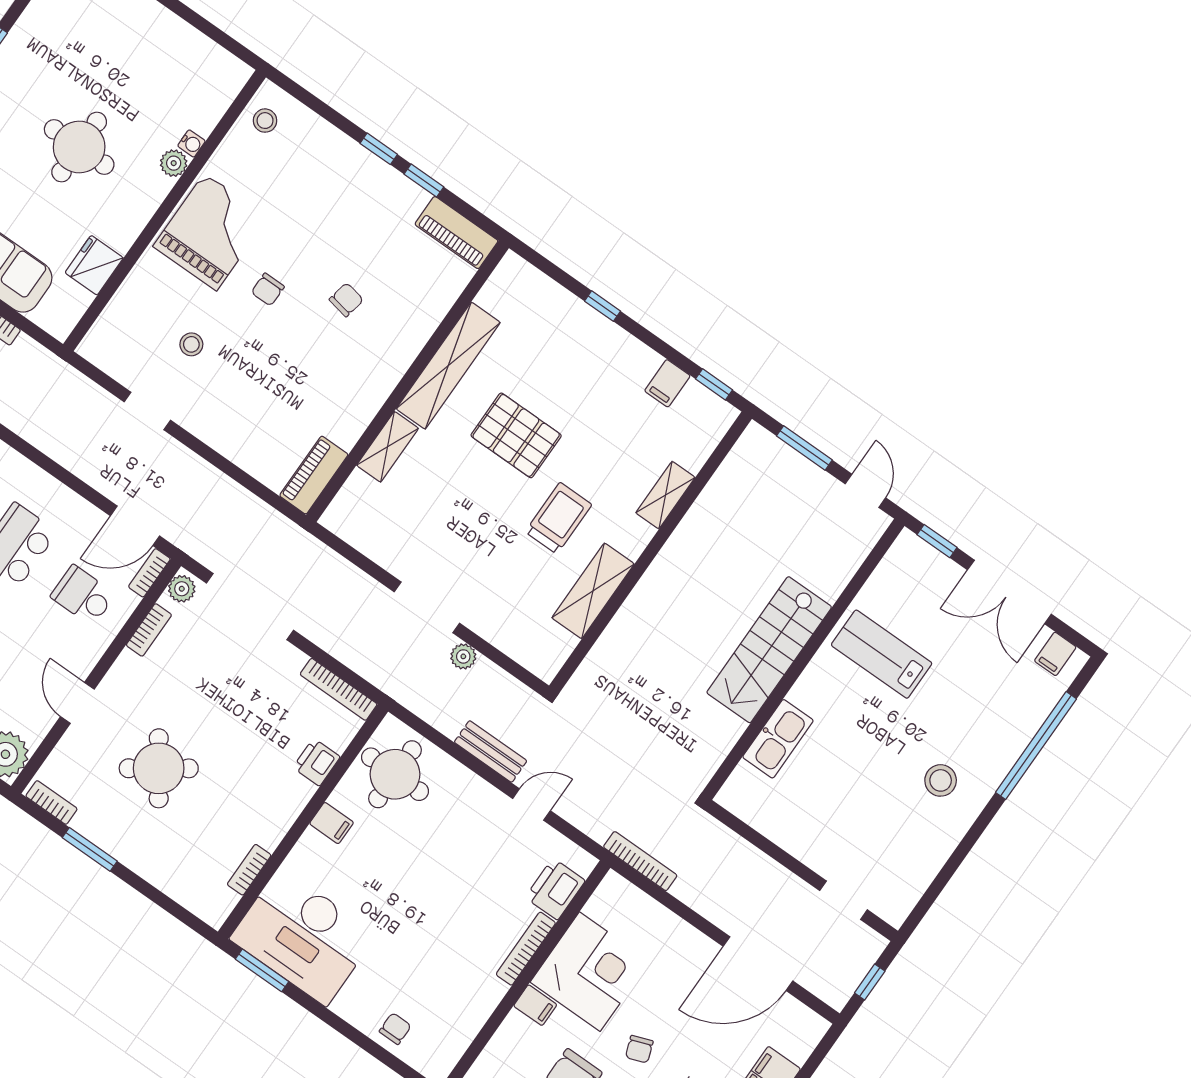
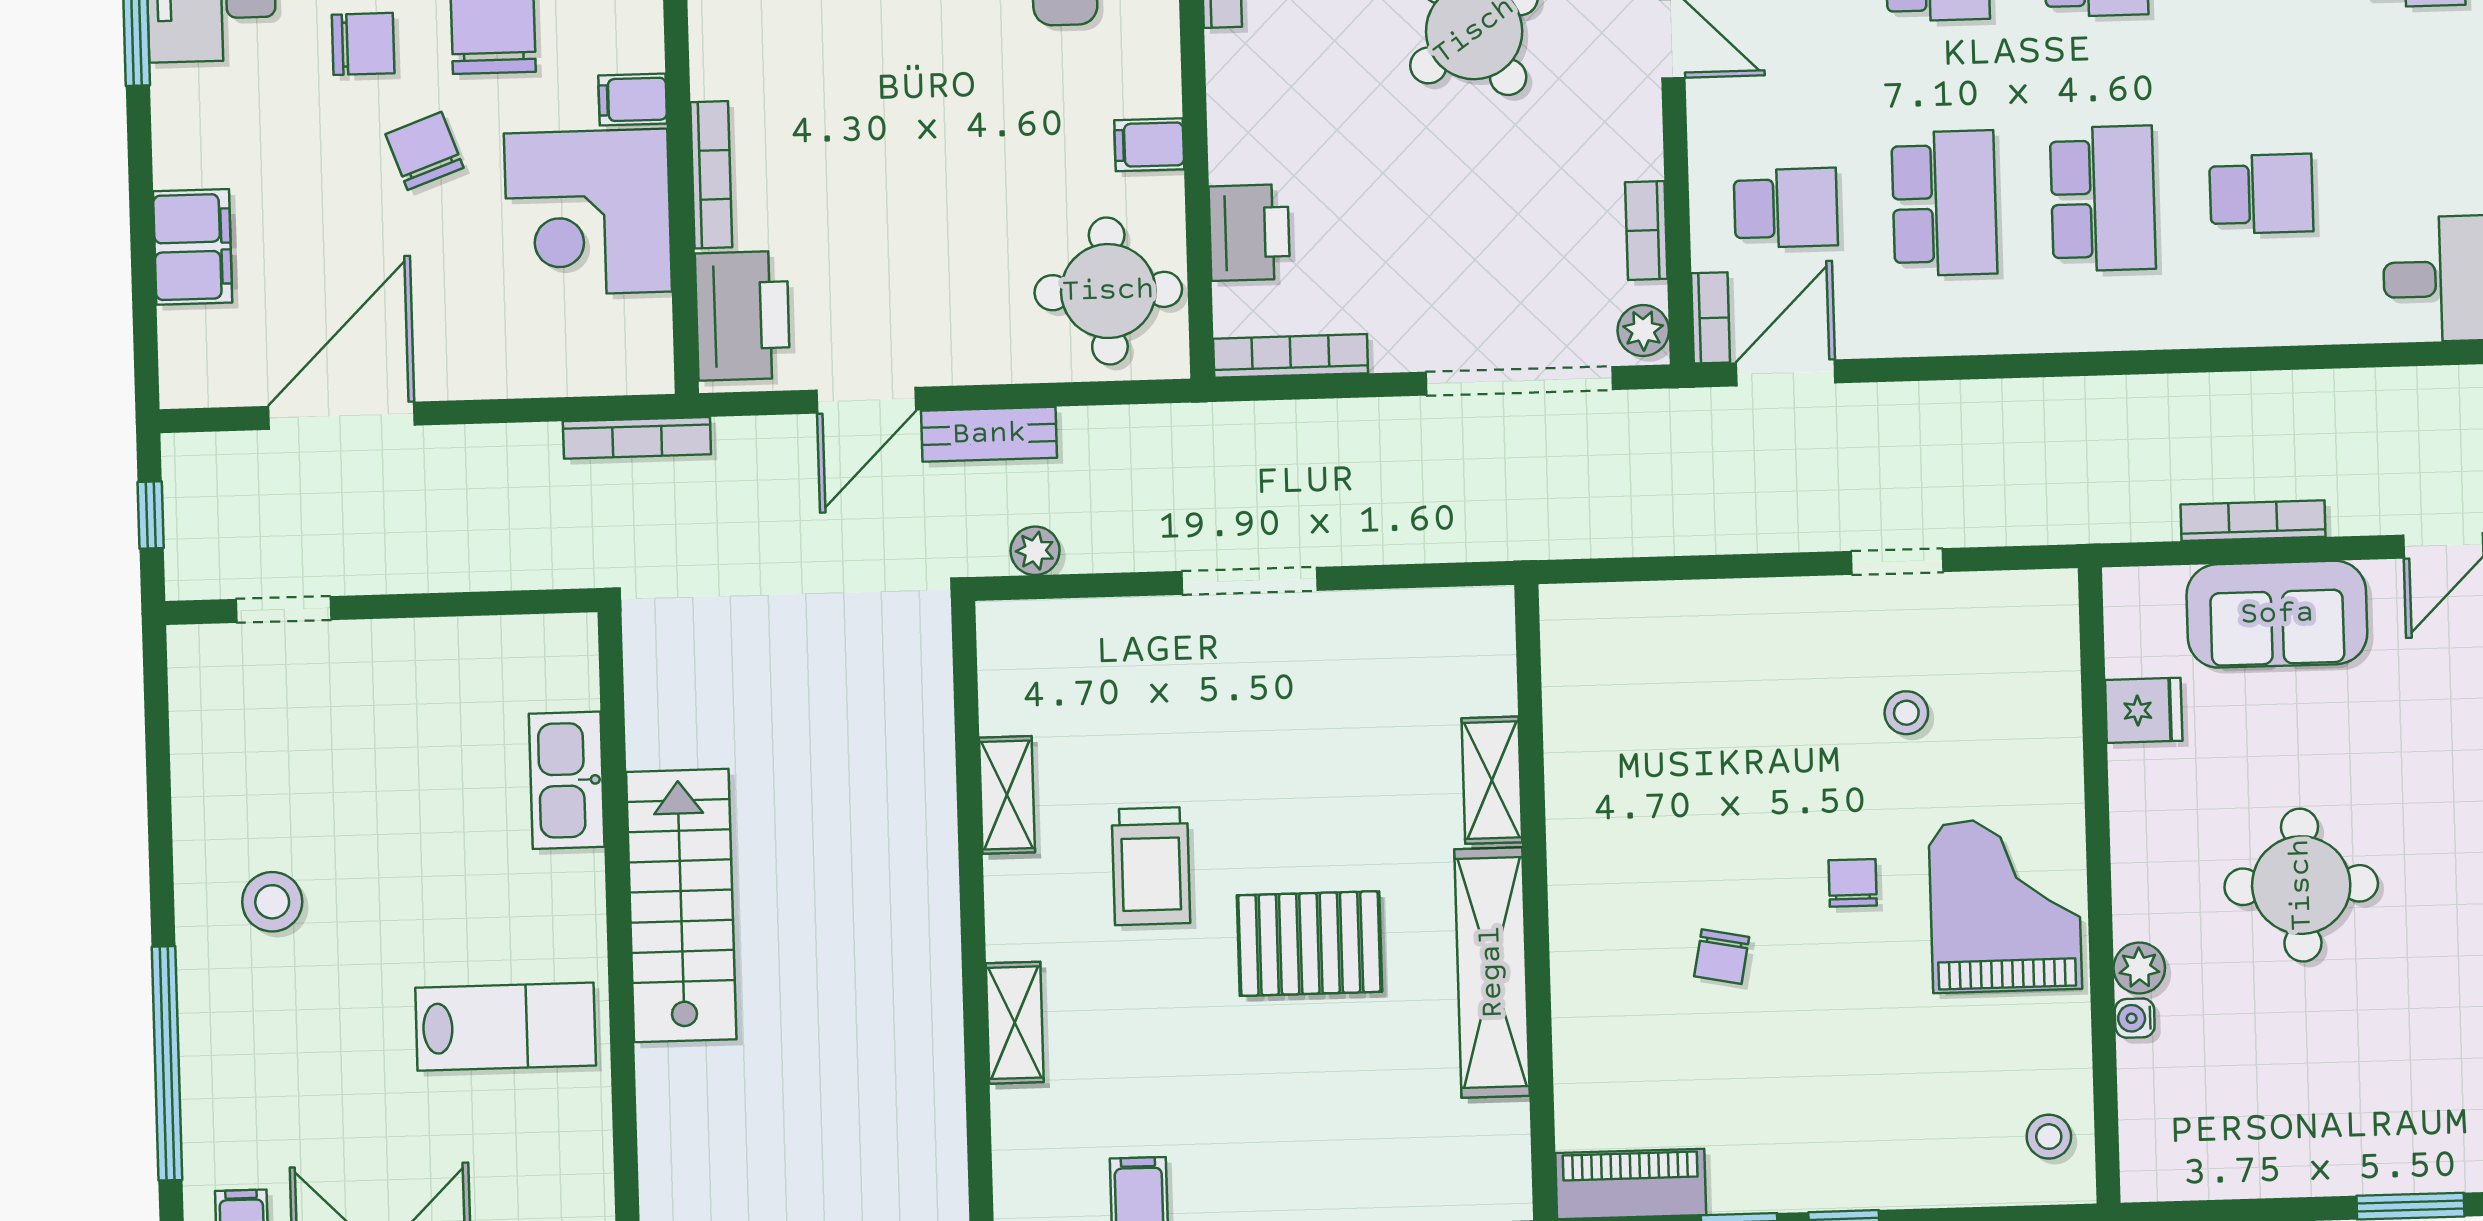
grand piano: (210, 232) -> (2005, 905), turned 180
fridge: (94, 265) -> (2144, 710), width x0.72
piano: (314, 475) -> (1572, 653), removed
shelving: (593, 591) -> (1007, 795), width x0.67, depth x0.75
plant: (463, 656) -> (1035, 551), moved
printer: (316, 762) -> (1249, 233), width x1.36, depth x1.24
door: (532, 805) -> (866, 400), width x1.37
printer: (555, 889) -> (742, 316), width x1.37, depth x1.19
chair: (639, 1049) -> (425, 151), width x1.37, depth x1.37

